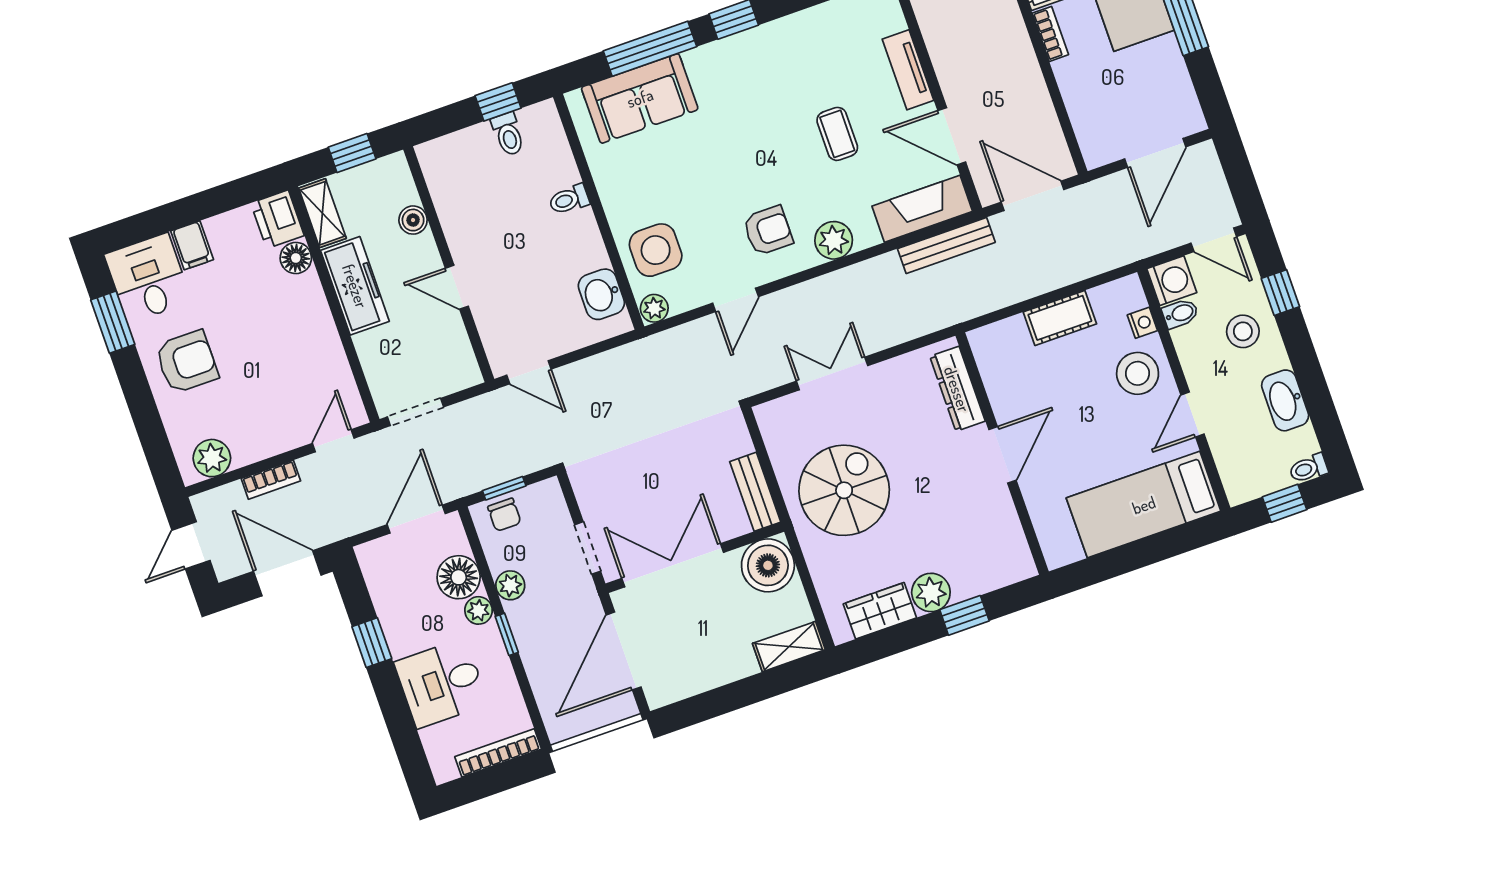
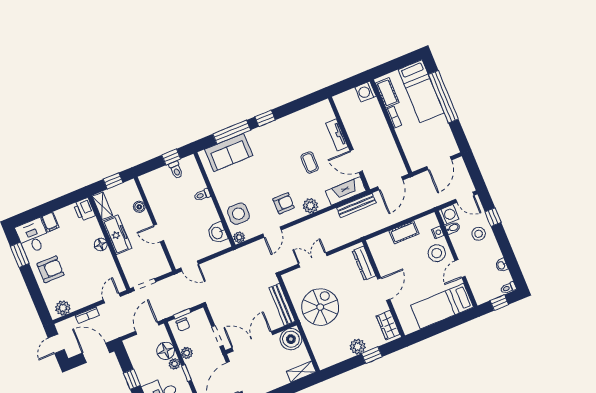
door: (1032, 196) -> (390, 183), swing flipped
floor lamp: (296, 258) -> (101, 245), moved
washbasin: (1285, 400) -> (501, 265), width x0.52, depth x0.69
bench: (755, 492) -> (282, 305), width x1.36
wardrobe: (880, 611) -> (388, 325), moved, turned -90

